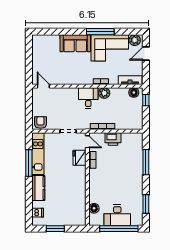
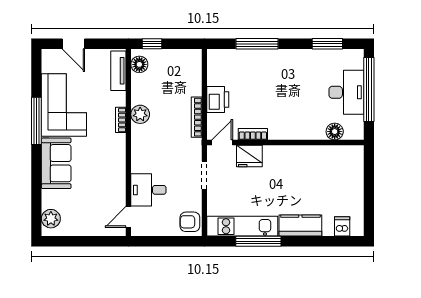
plant: (135, 40) -> (51, 219), moved
desk: (88, 98) -> (148, 190), moved
window: (55, 229) -> (369, 197), removed

